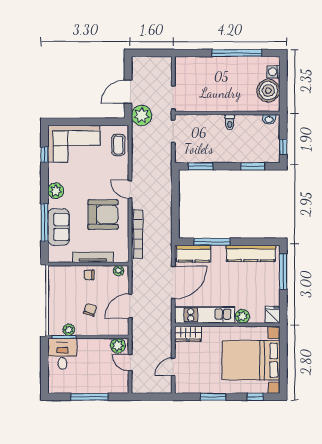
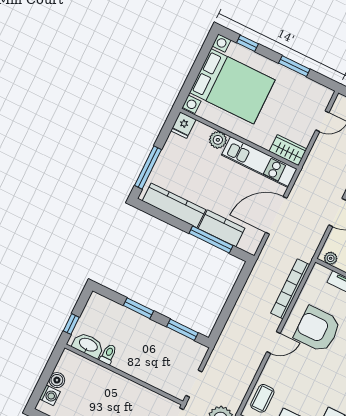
boiler: (268, 91) -> (57, 380), width x0.54, depth x0.54
washbasin: (269, 119) -> (88, 345), width x1.91, depth x1.45
toilet: (230, 122) -> (108, 354), moved
window: (283, 147) -> (71, 324), moved
window: (253, 166) -> (138, 308), moved
door: (130, 189) -> (274, 343), hinge flipped
kitchen counter: (194, 254) -> (222, 228), moved

